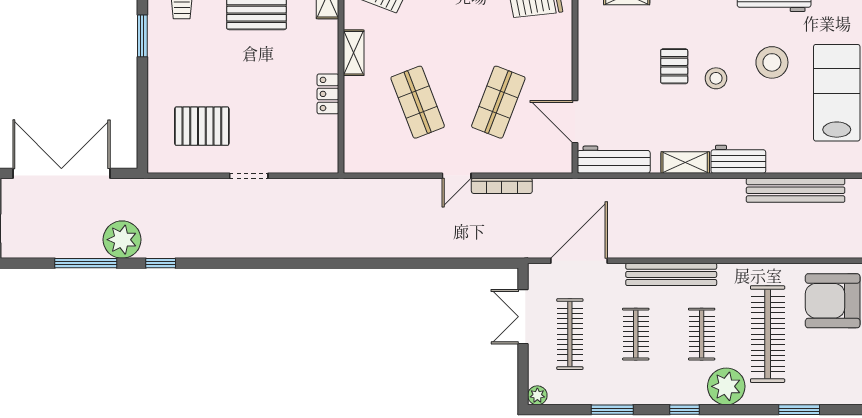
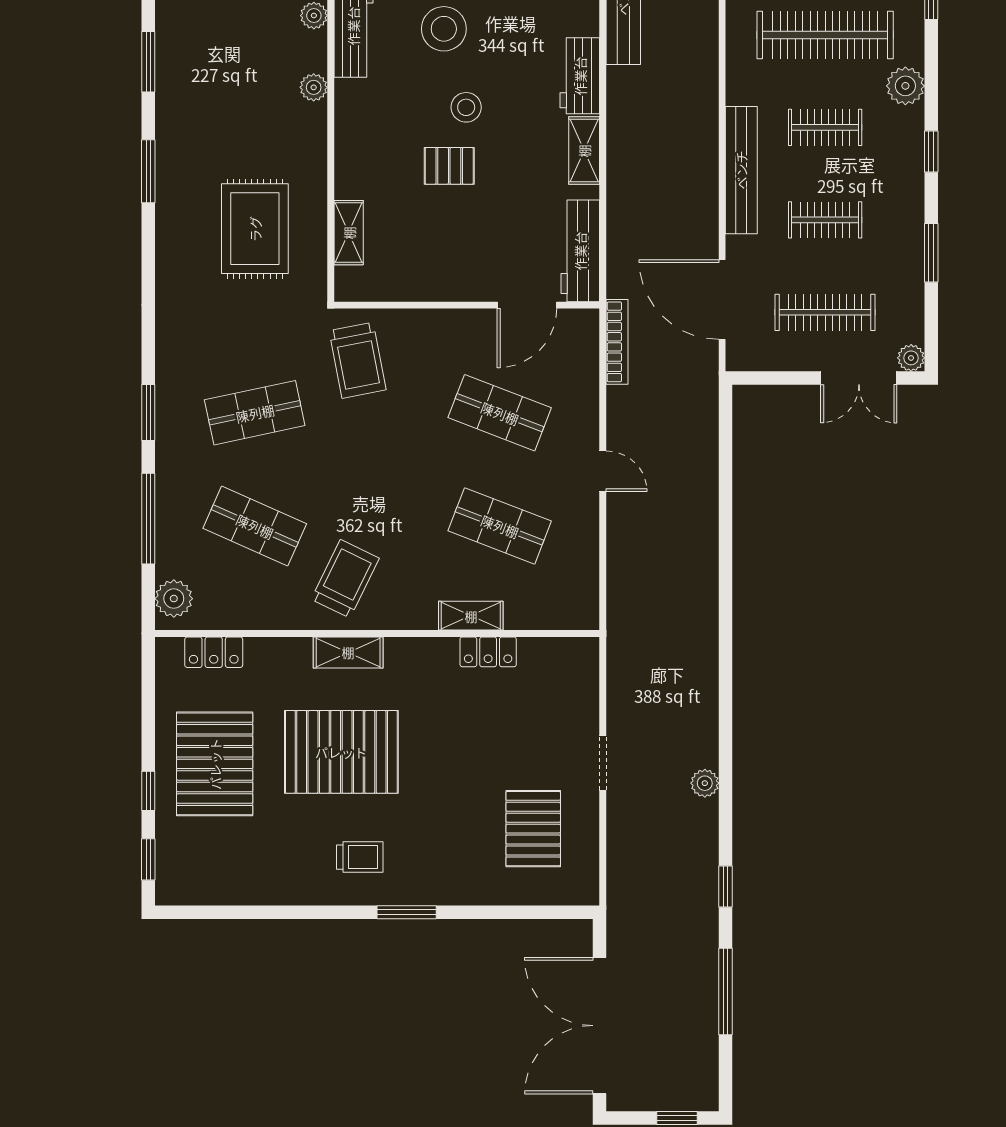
shelving: (354, 53) -> (471, 616), moved
shop shelf: (418, 102) -> (500, 526), turned 42
bookcase: (502, 186) -> (617, 342), moved
plant: (122, 240) -> (705, 783), moved, width x0.53, depth x0.53
double door: (523, 317) -> (859, 378), moved
plant: (726, 386) -> (905, 86), width x0.73, depth x0.73

